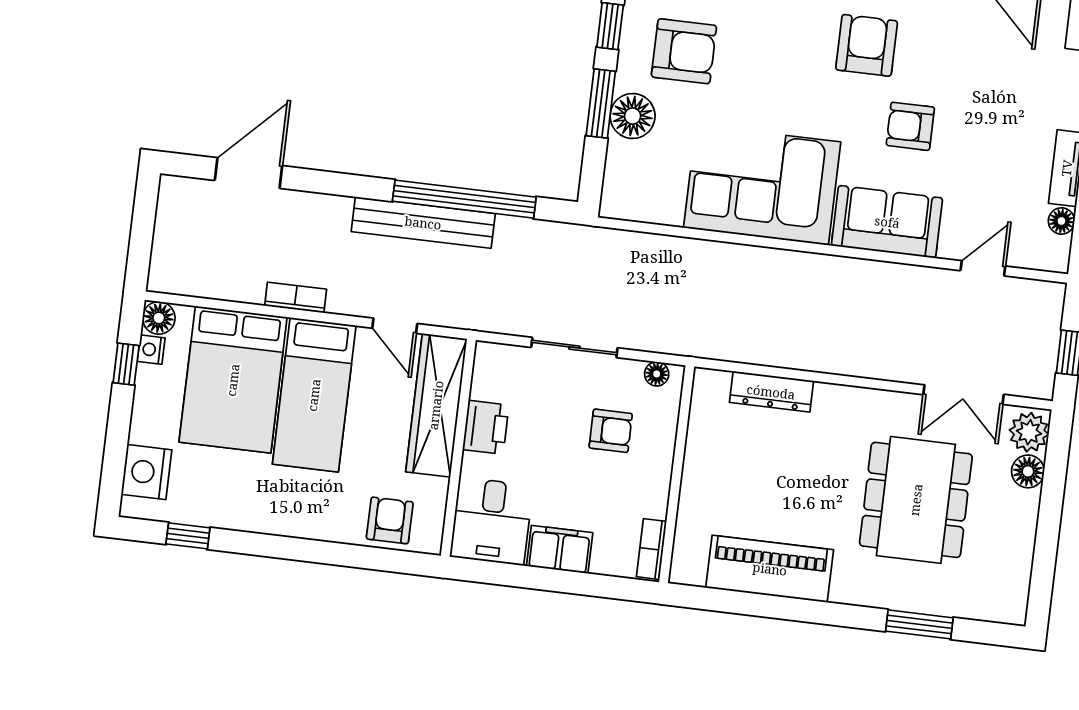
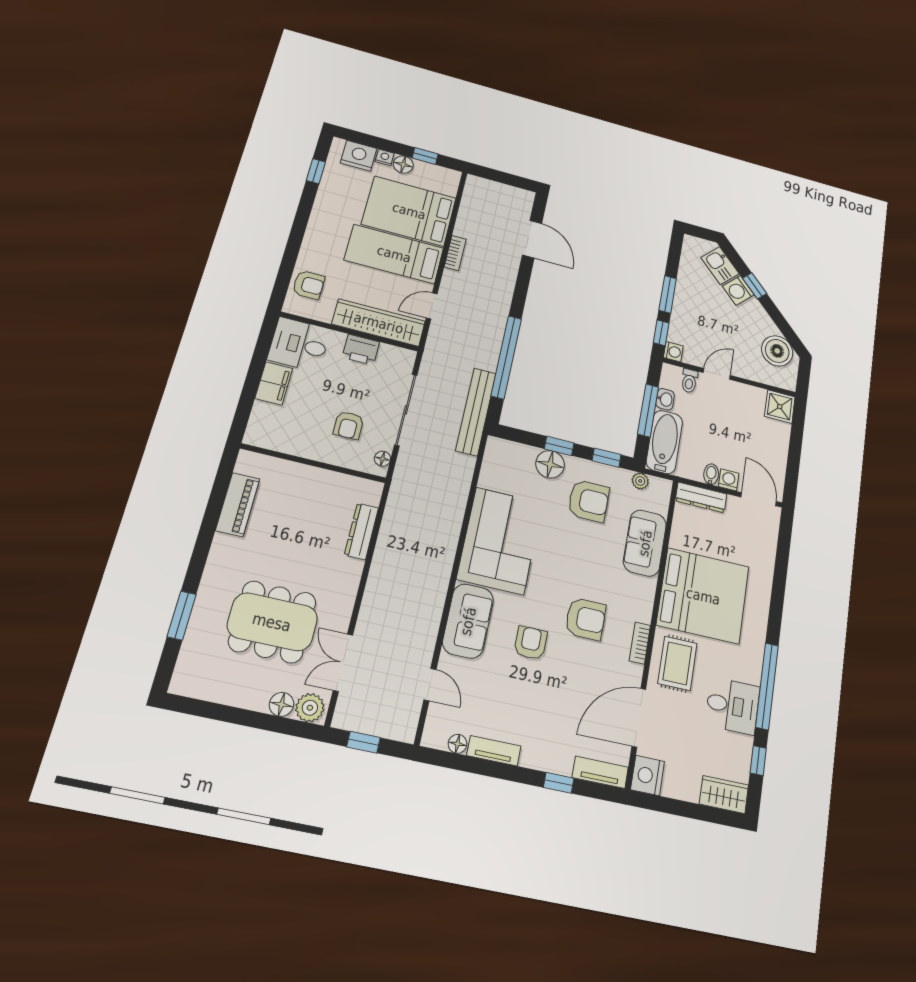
armchair: (684, 51) -> (589, 501), turned -90
window: (601, 103) -> (559, 446), width x0.67
bench: (423, 223) -> (476, 412), moved
floor lamp: (159, 318) -> (403, 165), moved
sliding door: (574, 348) -> (406, 410), width x1.37
nightstand: (151, 350) -> (385, 157), moved
bookcase: (652, 549) -> (265, 441), removed
piano: (770, 569) -> (238, 505), width x0.73, depth x0.75

